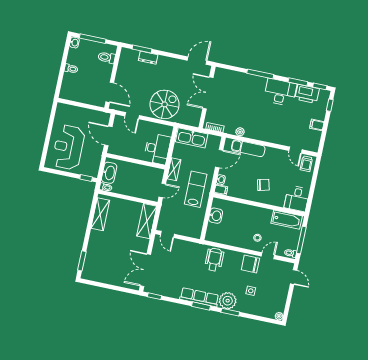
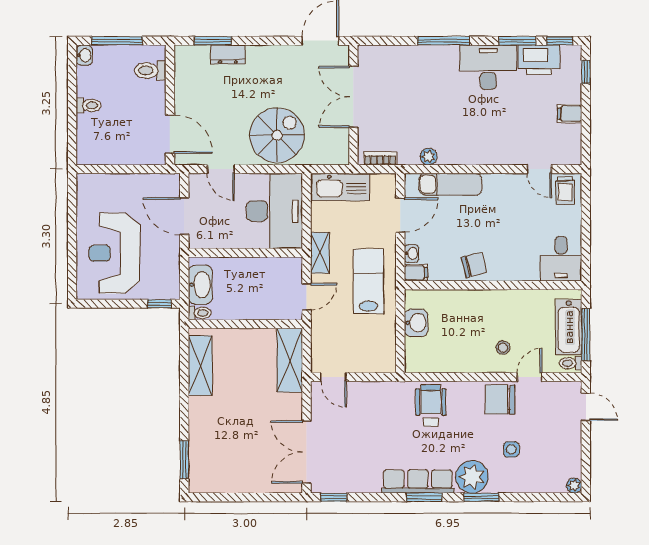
desk: (157, 149) -> (274, 211), width x1.36, depth x1.30
chair: (263, 185) -> (474, 265), moved
bathtub: (287, 220) -> (569, 327), moved, turned 90

